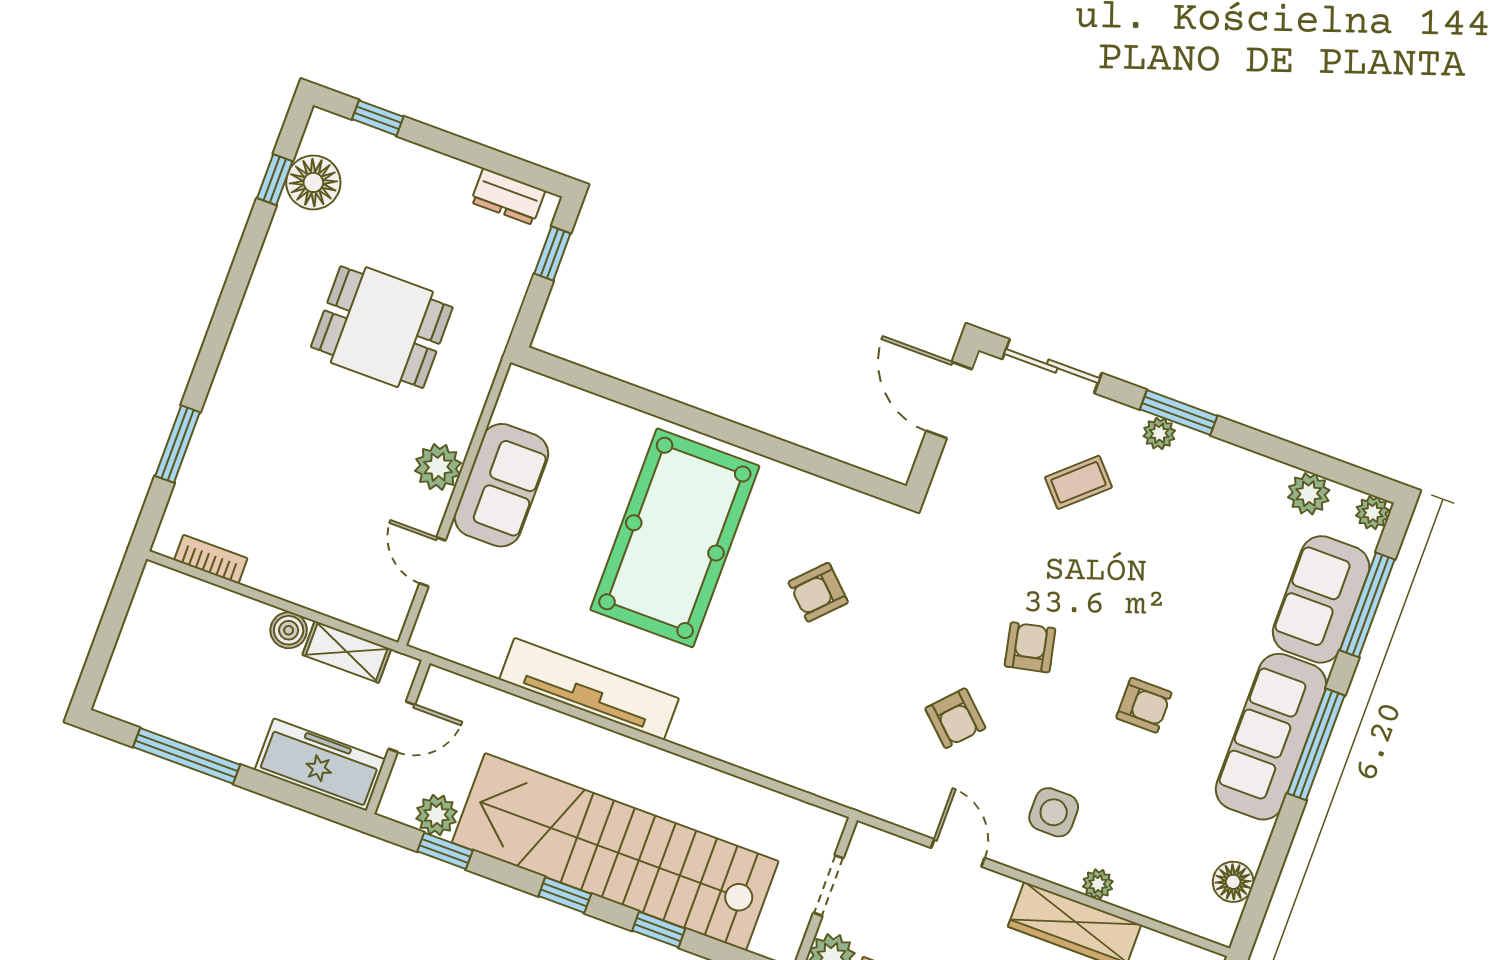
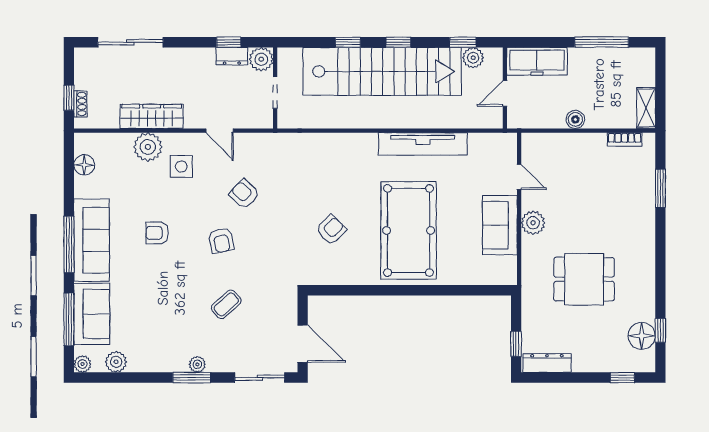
dresser: (508, 196) -> (547, 363), width x1.44
coffee table: (1078, 482) -> (226, 304), moved
shelving: (347, 652) -> (646, 108), moved, turned 90
plant: (1098, 884) -> (148, 147), width x1.88, depth x1.88

